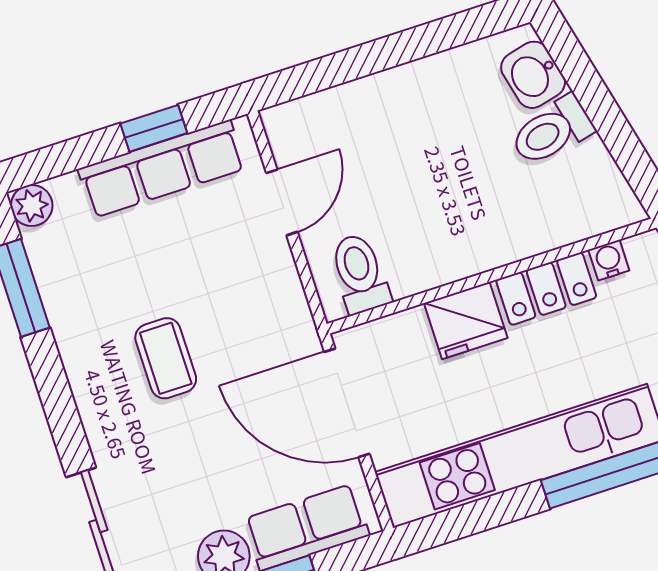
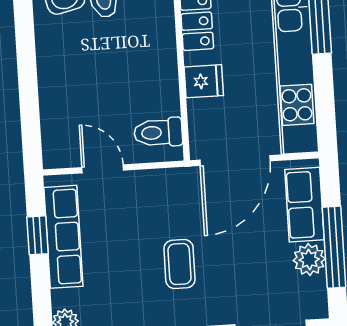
fridge: (466, 320) -> (204, 81), width x0.72
coffee table: (166, 358) -> (179, 264), turned 90

